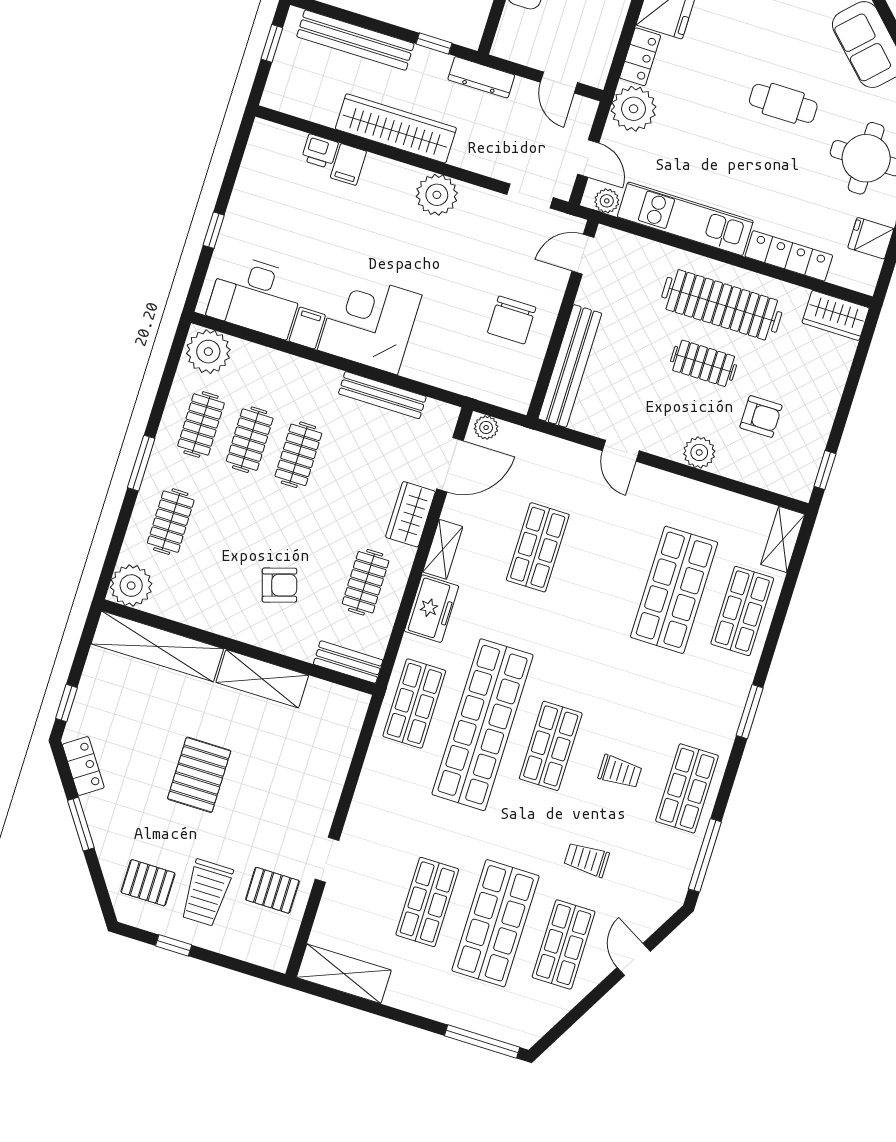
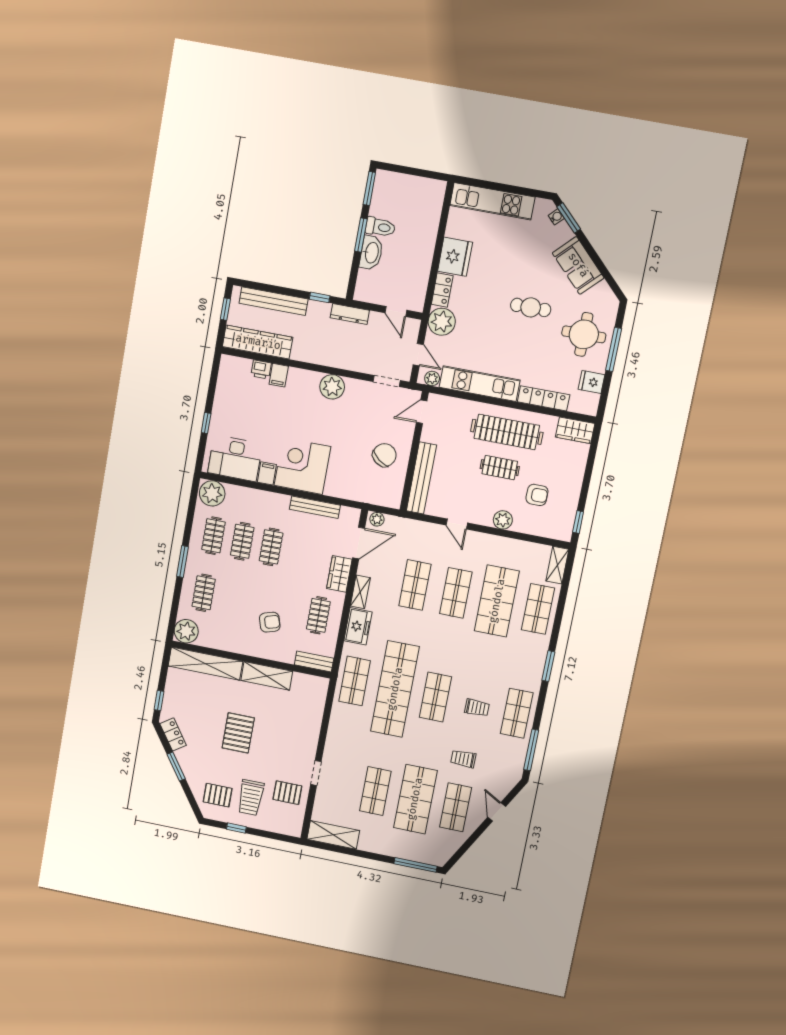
wardrobe: (396, 128) -> (258, 342), moved
chair: (512, 320) -> (384, 455), turned -142
shop shelf: (606, 569) -> (456, 593), added

